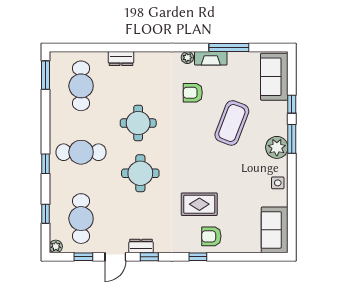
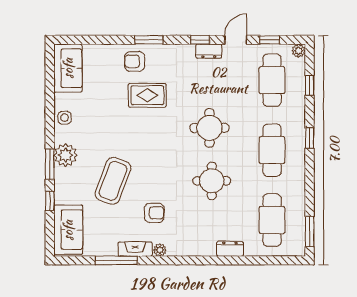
cafe table: (81, 152) -> (272, 150), turned 90
armchair: (211, 236) -> (135, 61), turned 180
window: (198, 257) -> (149, 40), width x1.50

